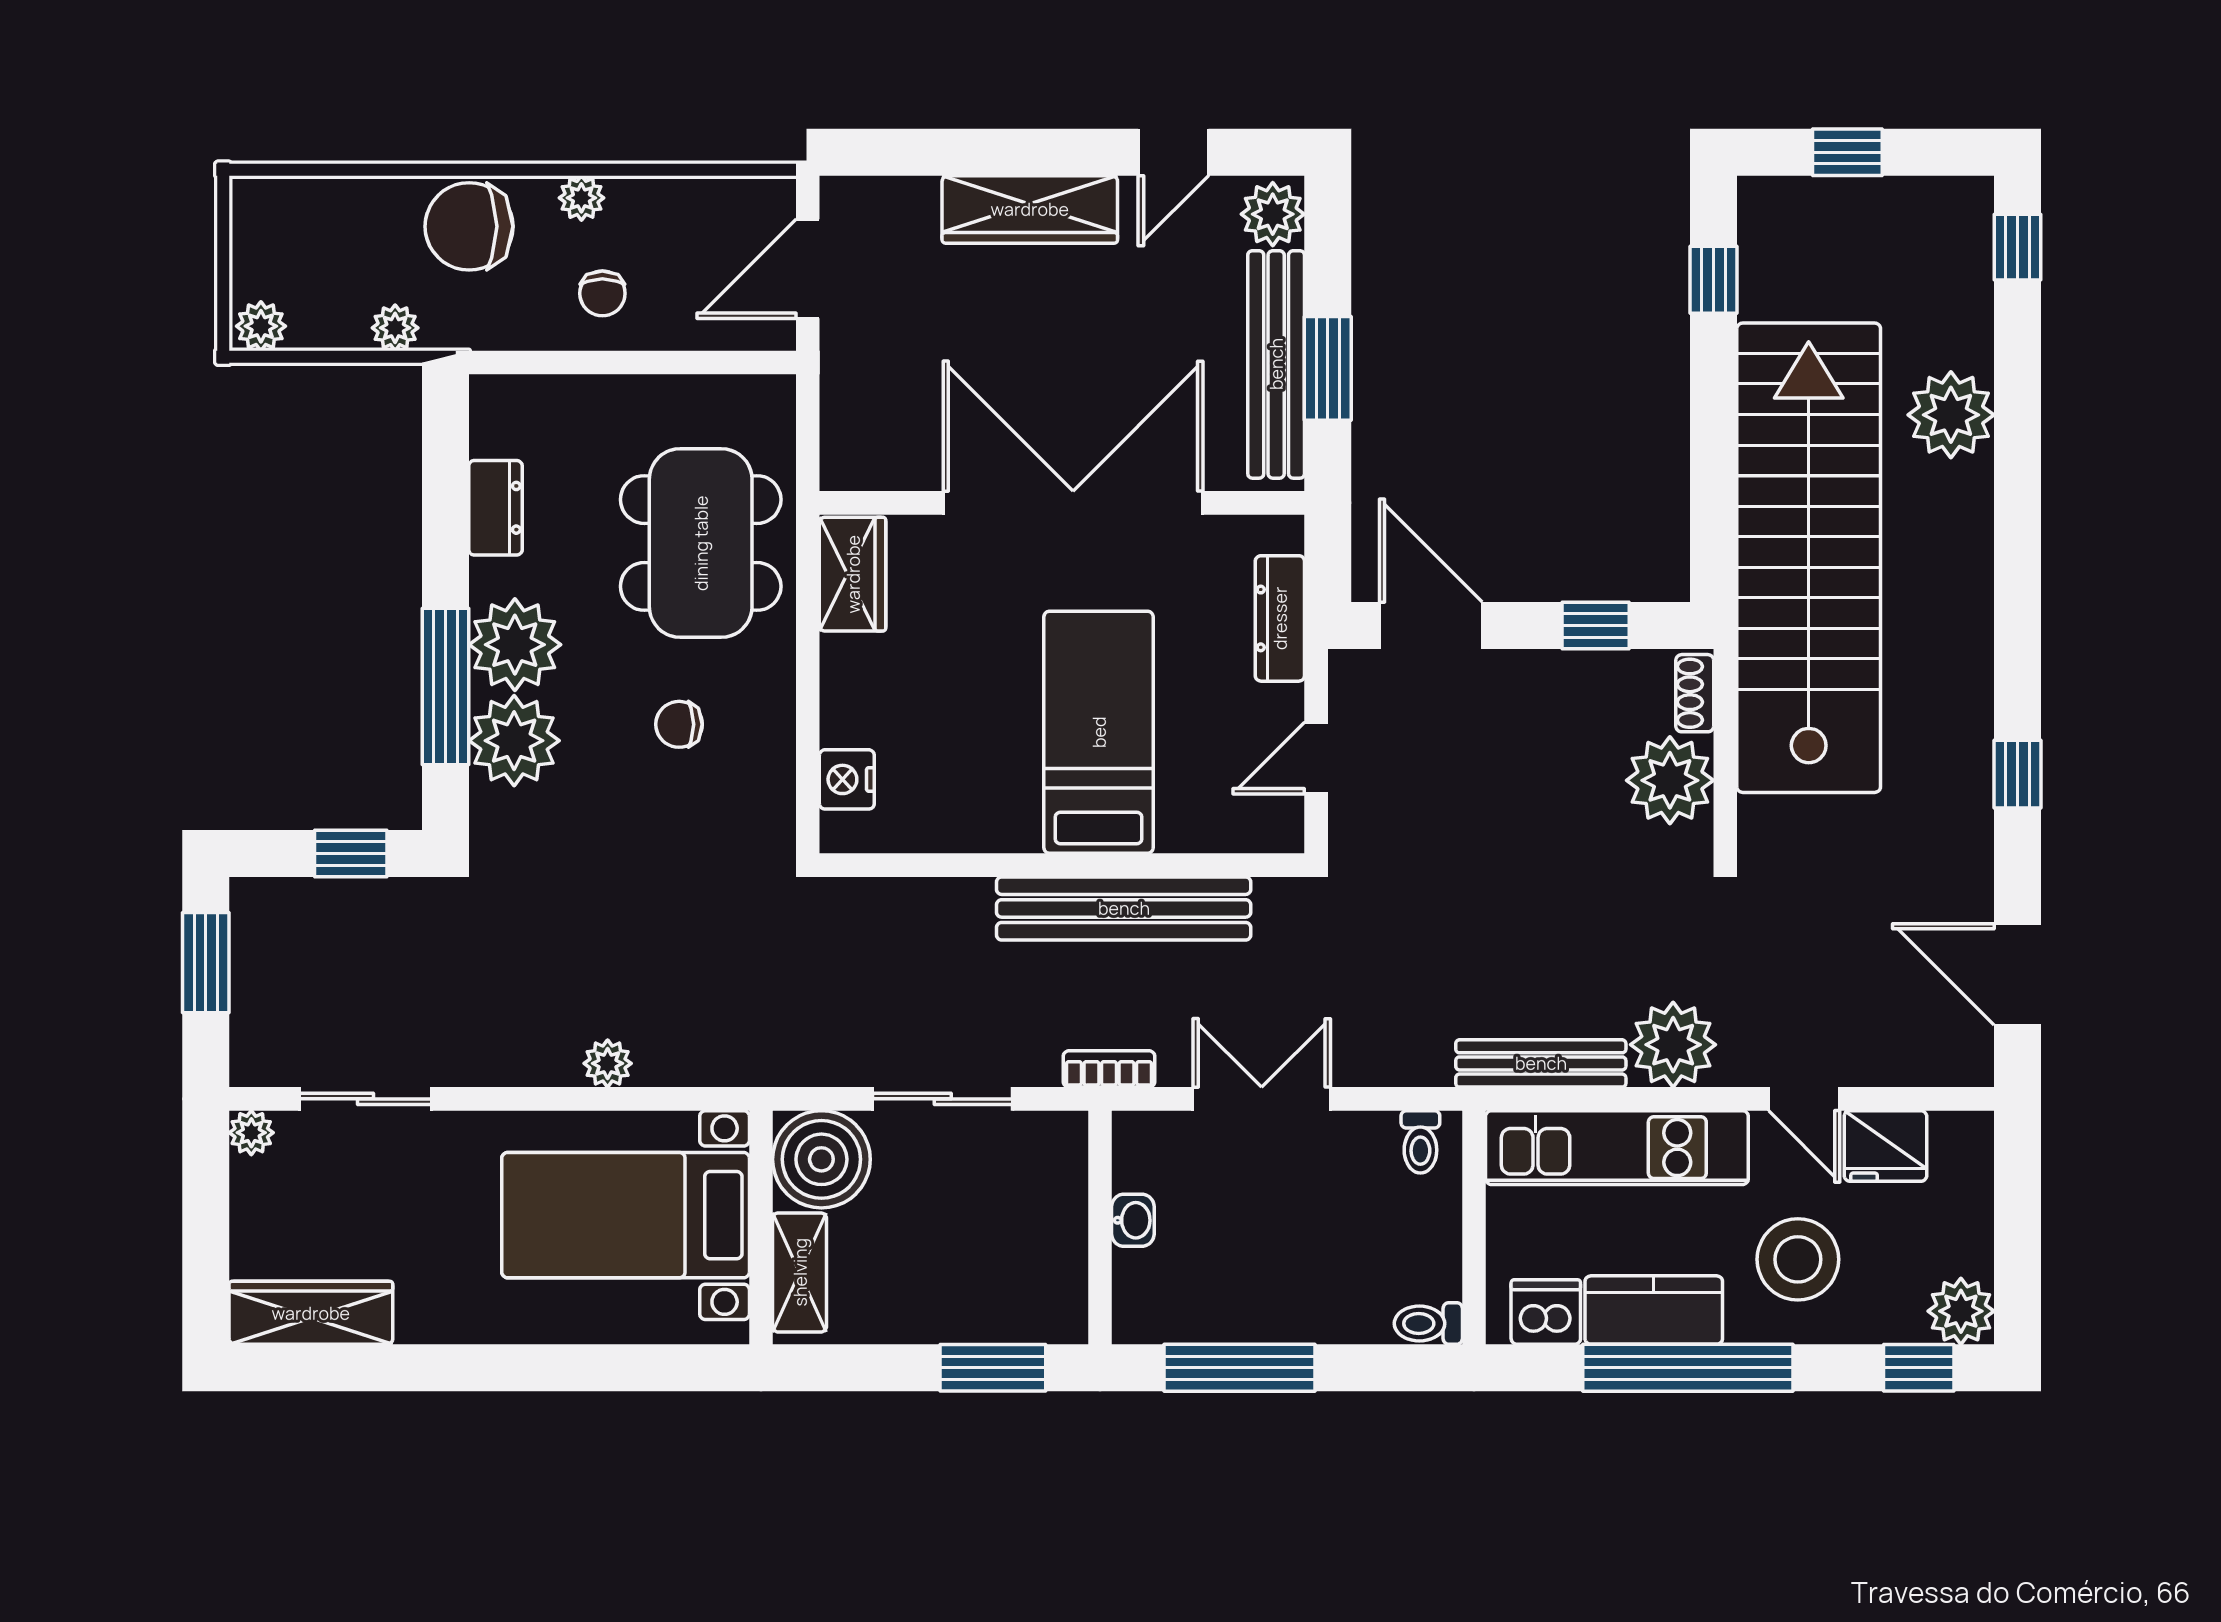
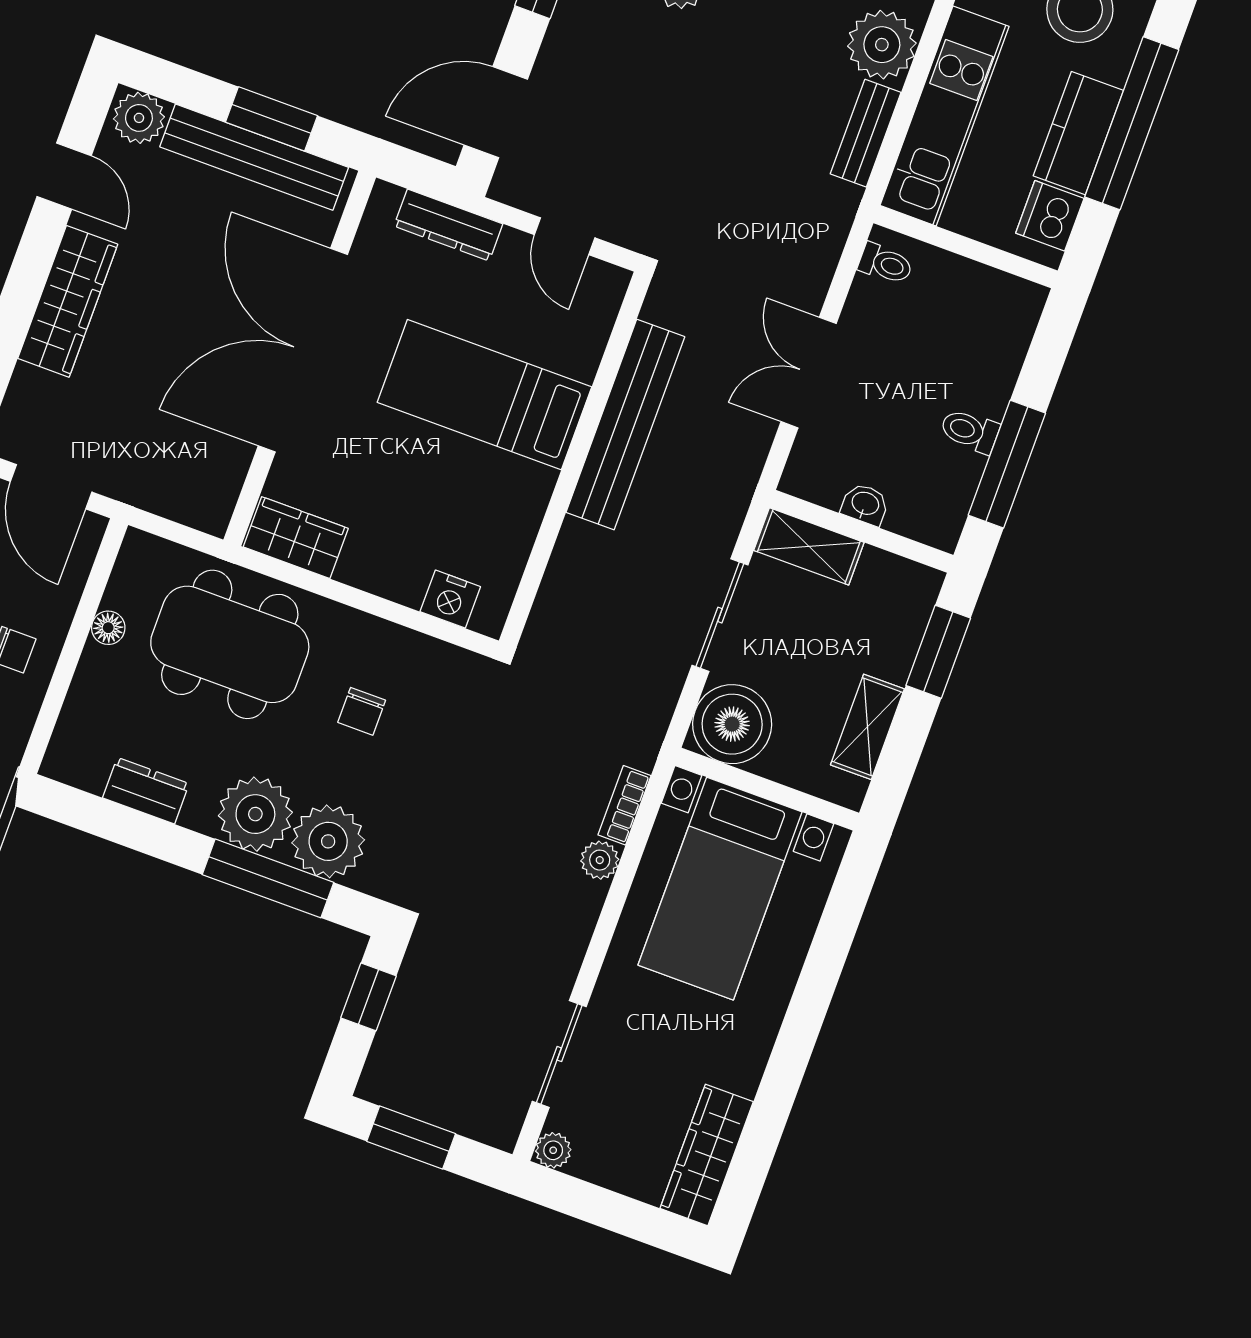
floor lamp: (668, 395) -> (108, 628), added
bench: (1541, 1063) -> (866, 133), width x0.73
bookcase: (1109, 1069) -> (624, 805), moved
shelving: (1060, 1173) -> (809, 546), added
shelving: (800, 1272) -> (867, 727), moved, turned 90
toilet: (1428, 1323) -> (970, 431), moved, turned 90

